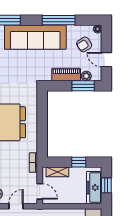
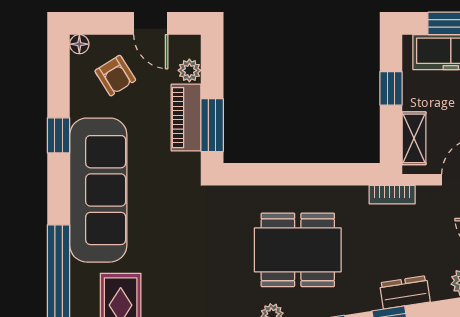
window: (59, 20) -> (59, 135), width x0.46
door: (106, 60) -> (151, 23), hinge flipped
window: (83, 86) -> (212, 125), moved

